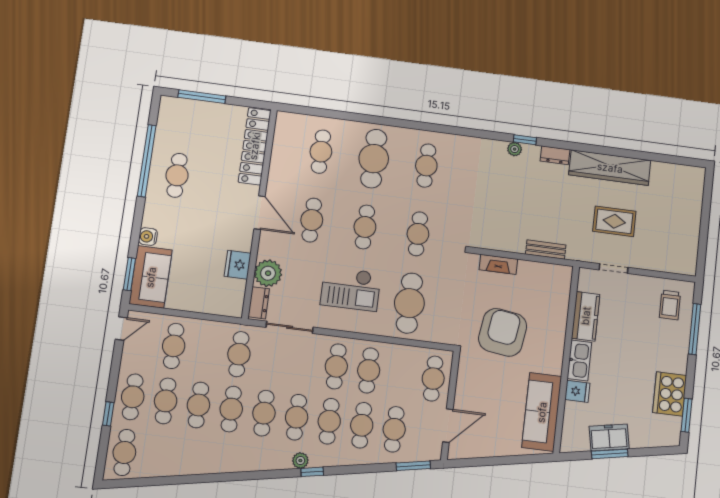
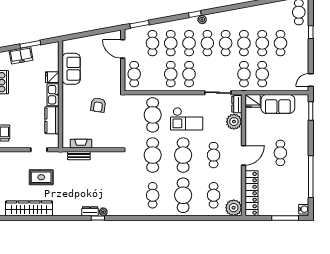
plant: (289, 126) -> (234, 208), added
dresser: (555, 155) -> (90, 211), moved
wardrobe: (610, 168) -> (29, 208), moved
cafe table: (177, 175) -> (280, 153), moved
door: (260, 213) -> (243, 155), swing flipped
cafe table: (365, 227) -> (183, 155), width x1.37, depth x1.35
cafe table: (418, 234) -> (153, 155), width x1.37, depth x1.35
water cooler: (148, 237) -> (304, 209), moved
fireplace: (498, 264) -> (81, 144), moved
fridge: (238, 265) -> (253, 101), moved, turned 90
sofa: (151, 277) -> (278, 104), moved, turned -90
checkout: (351, 289) -> (187, 119), turned 180
armchair: (503, 332) -> (98, 105), width x0.53, depth x0.53
cafe table: (174, 346) -> (262, 74), moved
cafe table: (133, 397) -> (299, 43), removed
sofa: (542, 412) -> (71, 69), width x0.73
door: (448, 426) -> (123, 49), hinge flipped
freezer: (609, 438) -> (21, 55), moved

